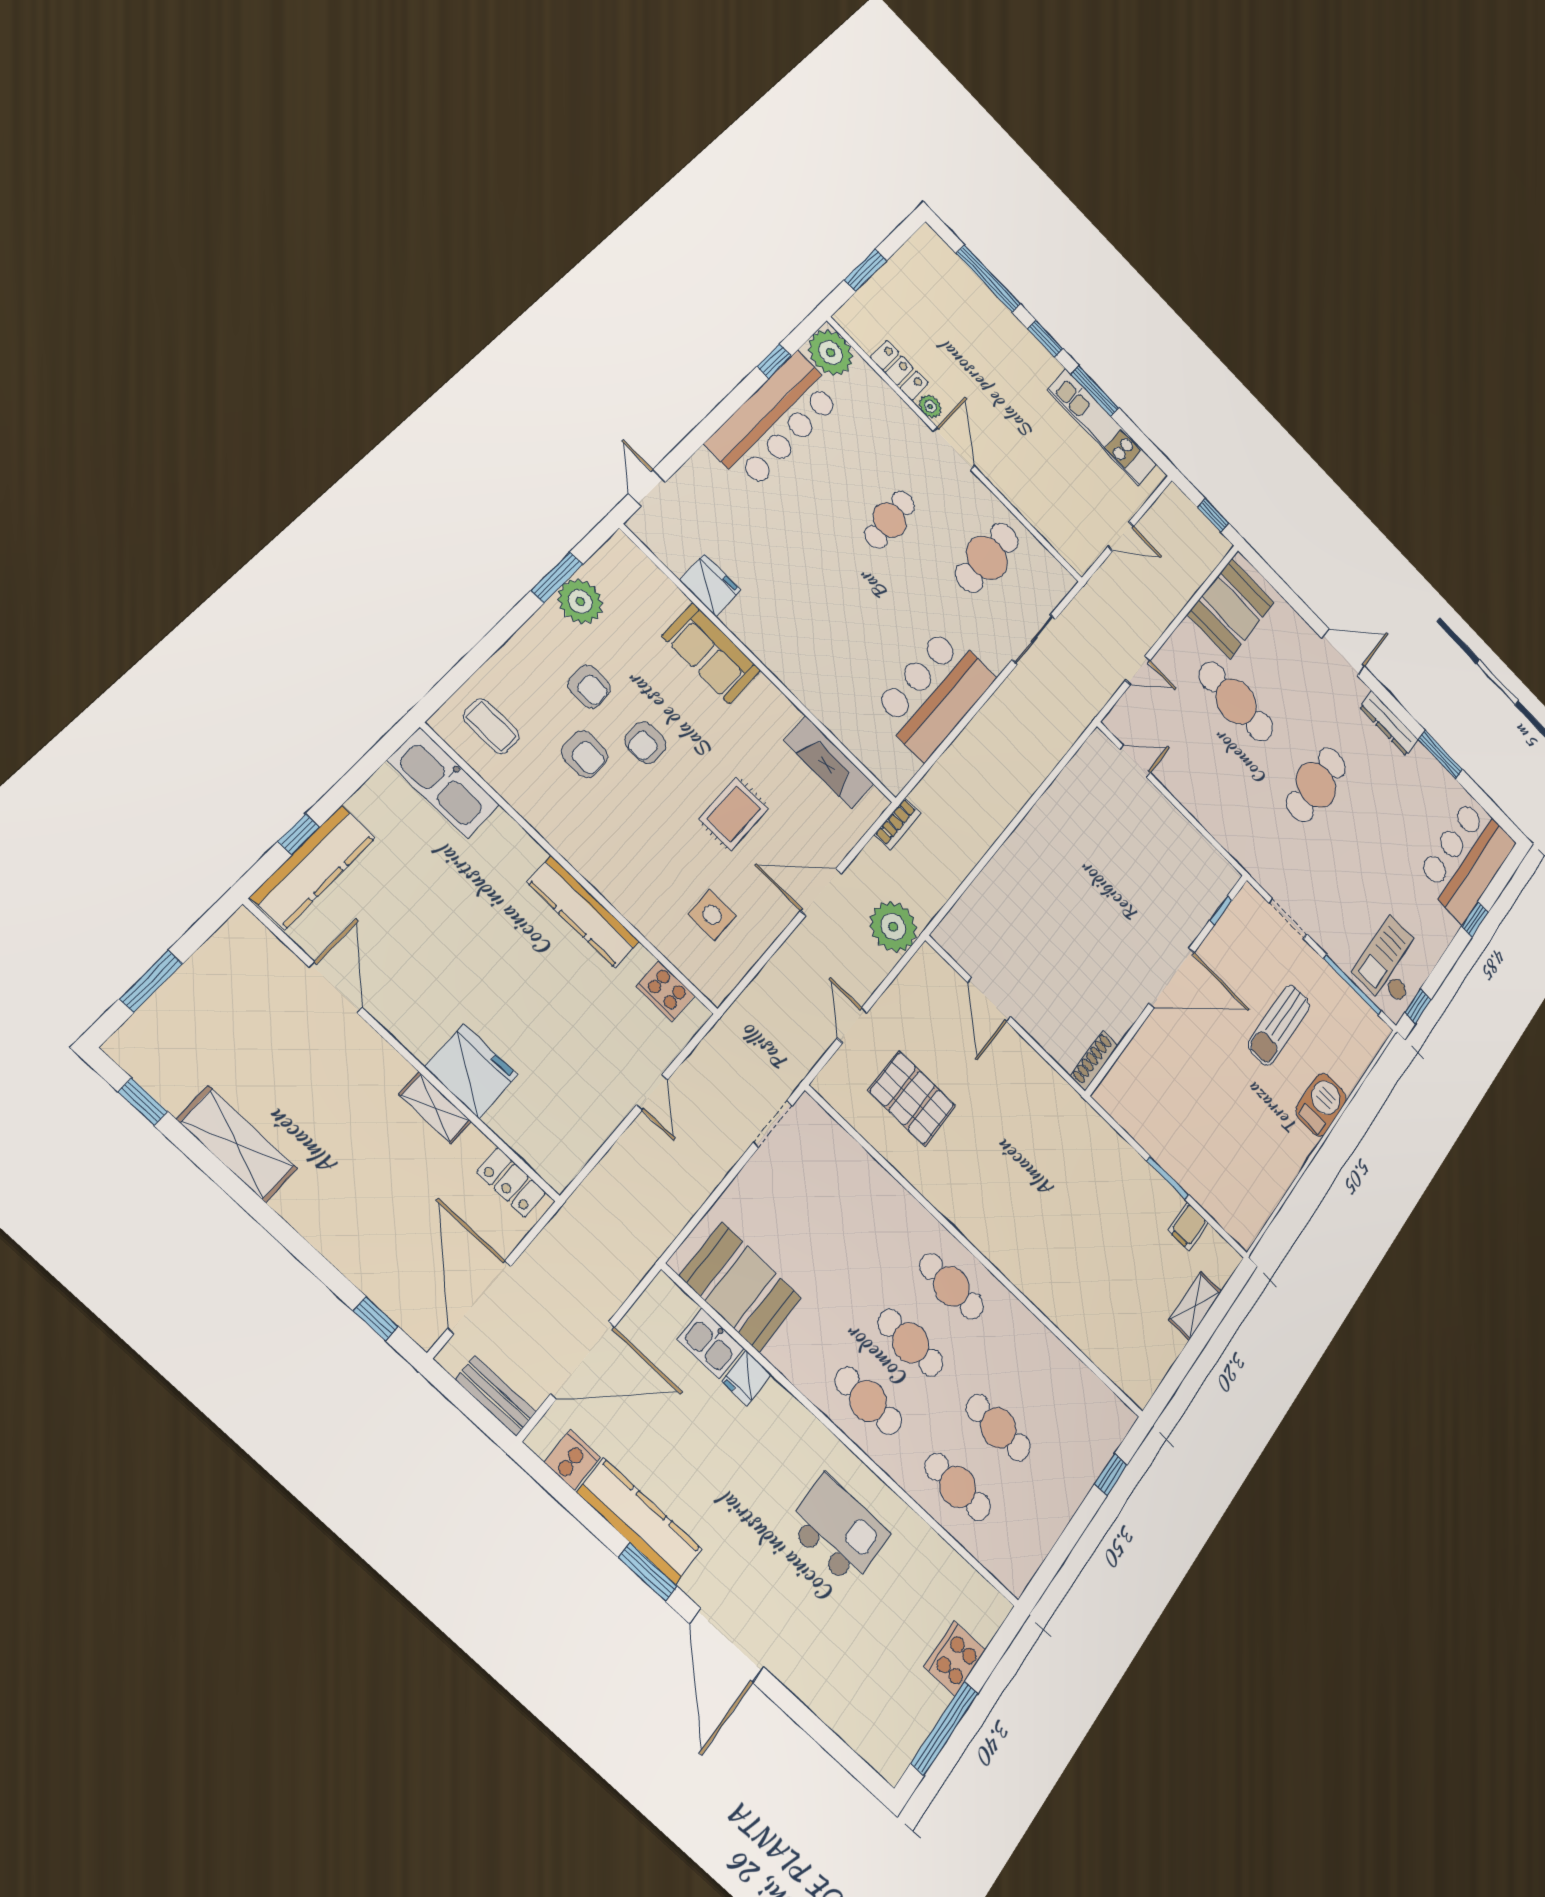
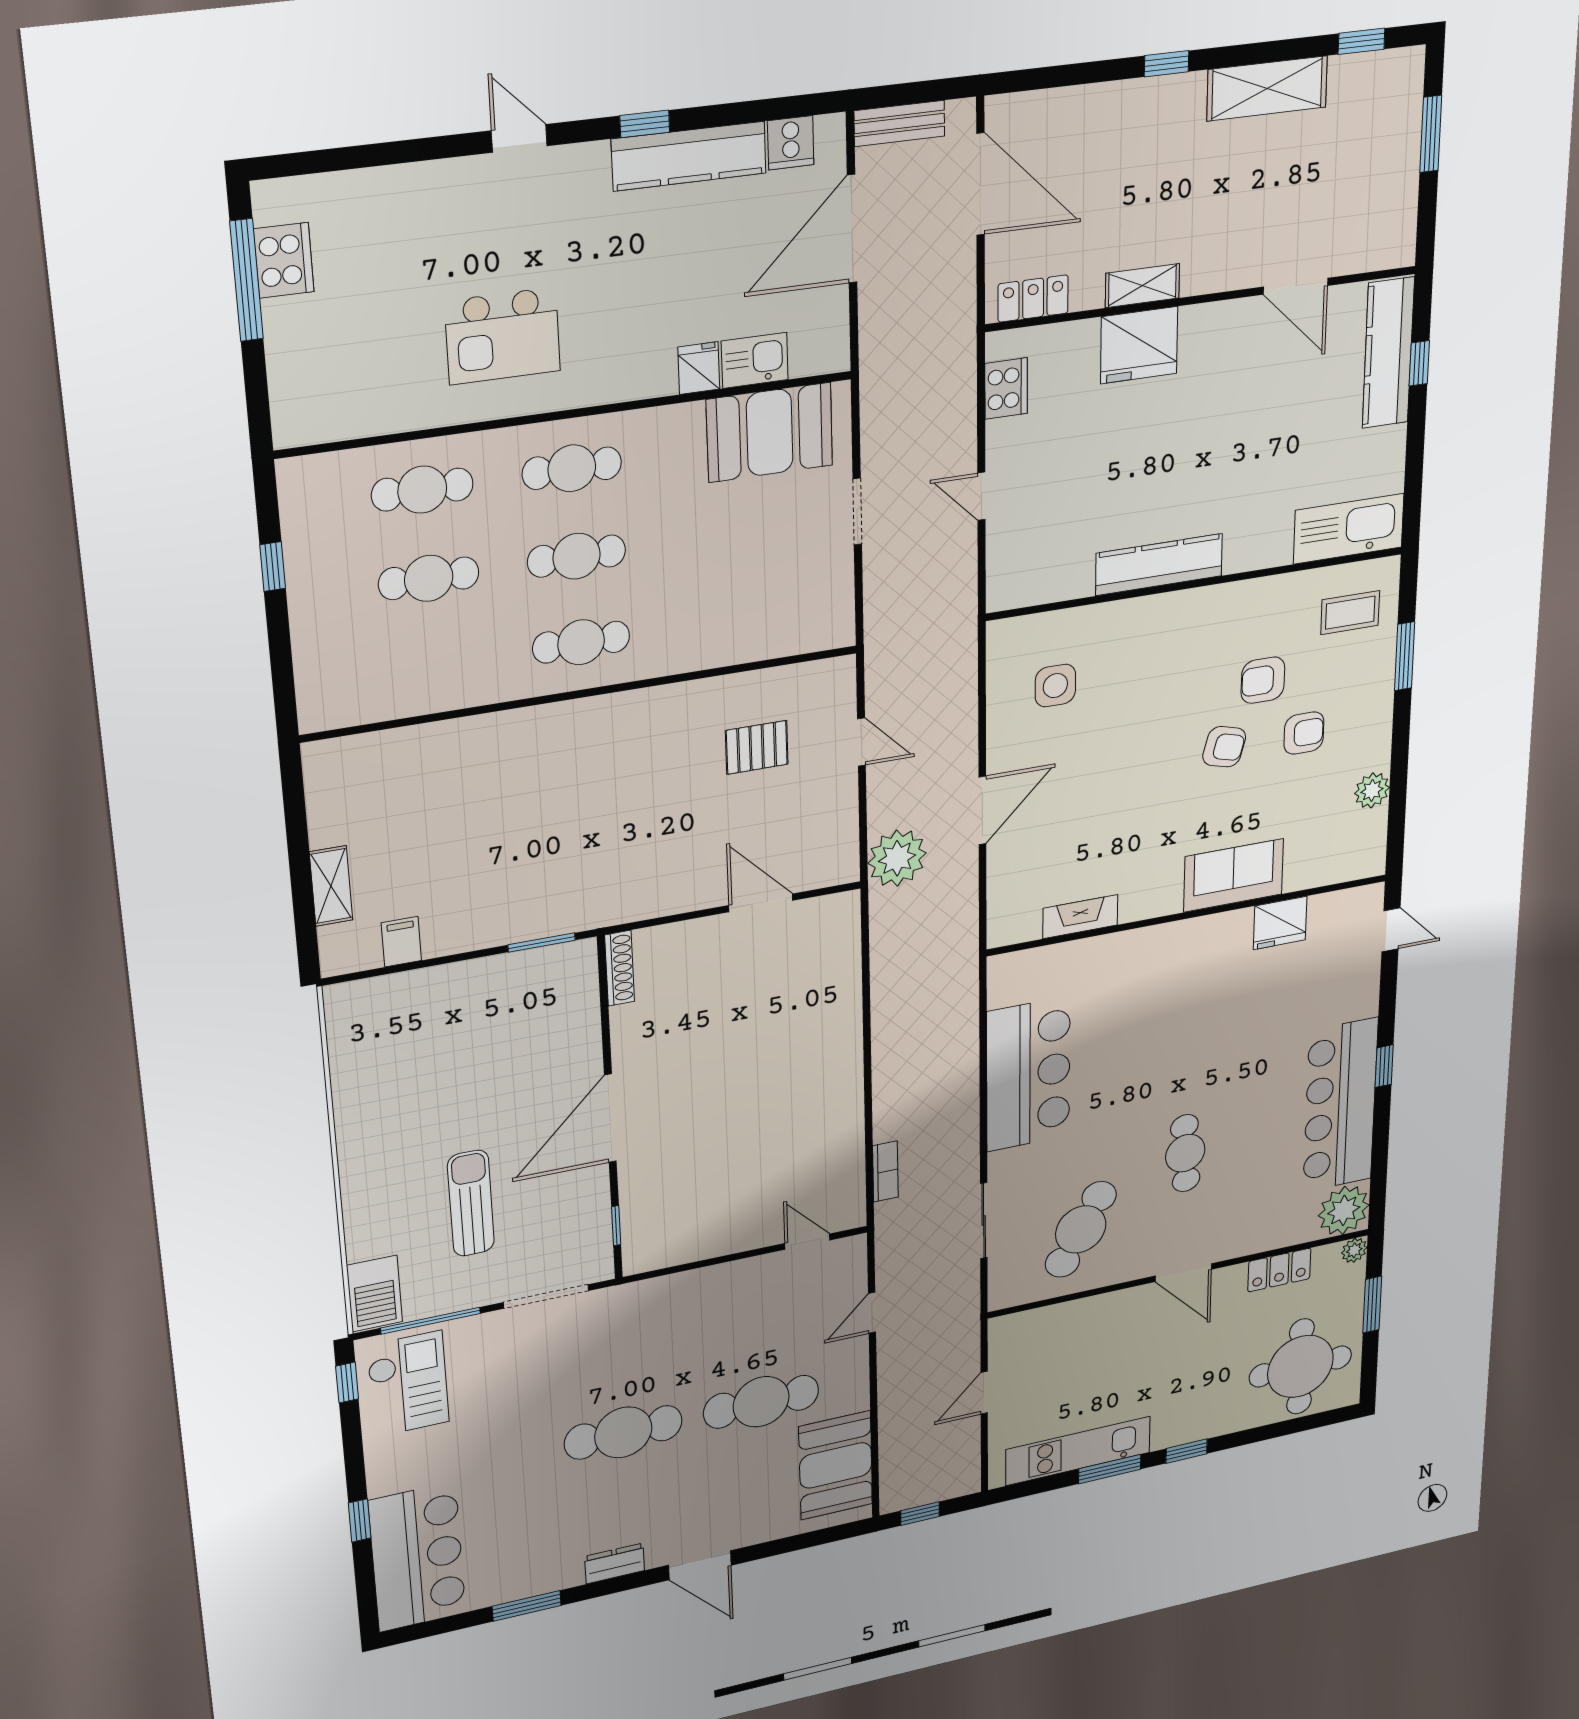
window: (988, 279) -> (1273, 1431), removed
round table: (939, 294) -> (1300, 1366), added
window: (774, 361) -> (1384, 1066), moved
plant: (930, 406) -> (1354, 1250), moved
cafe table: (987, 558) -> (1081, 1229), turned 30
window: (557, 577) -> (1405, 656), moved
plant: (580, 601) -> (1372, 790), width x0.73, depth x0.73
door: (1343, 652) -> (700, 1565), hinge flipped
armchair: (589, 686) -> (1304, 733), turned 180
dresser: (1389, 723) -> (615, 1563), width x0.70
armchair: (645, 743) -> (1224, 747), turned 105
door: (1135, 761) -> (807, 1242), swing flipped
fireplace: (829, 762) -> (1080, 917), width x0.73, depth x0.76
cafe table: (1316, 785) -> (623, 1432), turned 90
rug: (734, 814) -> (1107, 781), removed
bookcase: (898, 824) -> (885, 1171), moved, turned 180
doorway: (1288, 918) -> (546, 1296), width x1.38
cooker: (665, 991) -> (1006, 388), moved, turned 90
pallet: (912, 1098) -> (757, 747), width x0.67, depth x0.71
barbecue: (1321, 1105) -> (375, 1294), moved
doorway: (773, 1124) -> (857, 512), moved
window: (1168, 1178) -> (542, 943), moved
window: (376, 1319) -> (1167, 64), moved
window: (1111, 1475) -> (273, 567), moved
window: (648, 1572) -> (645, 124), width x0.67
door: (727, 1645) -> (519, 138), width x0.53
cooker: (955, 1658) -> (284, 260), moved

